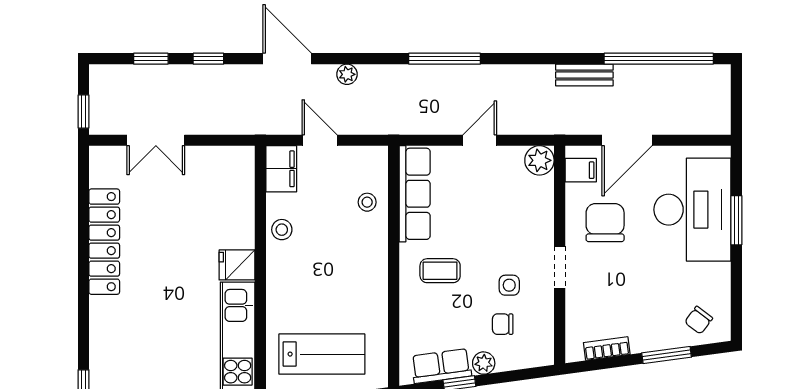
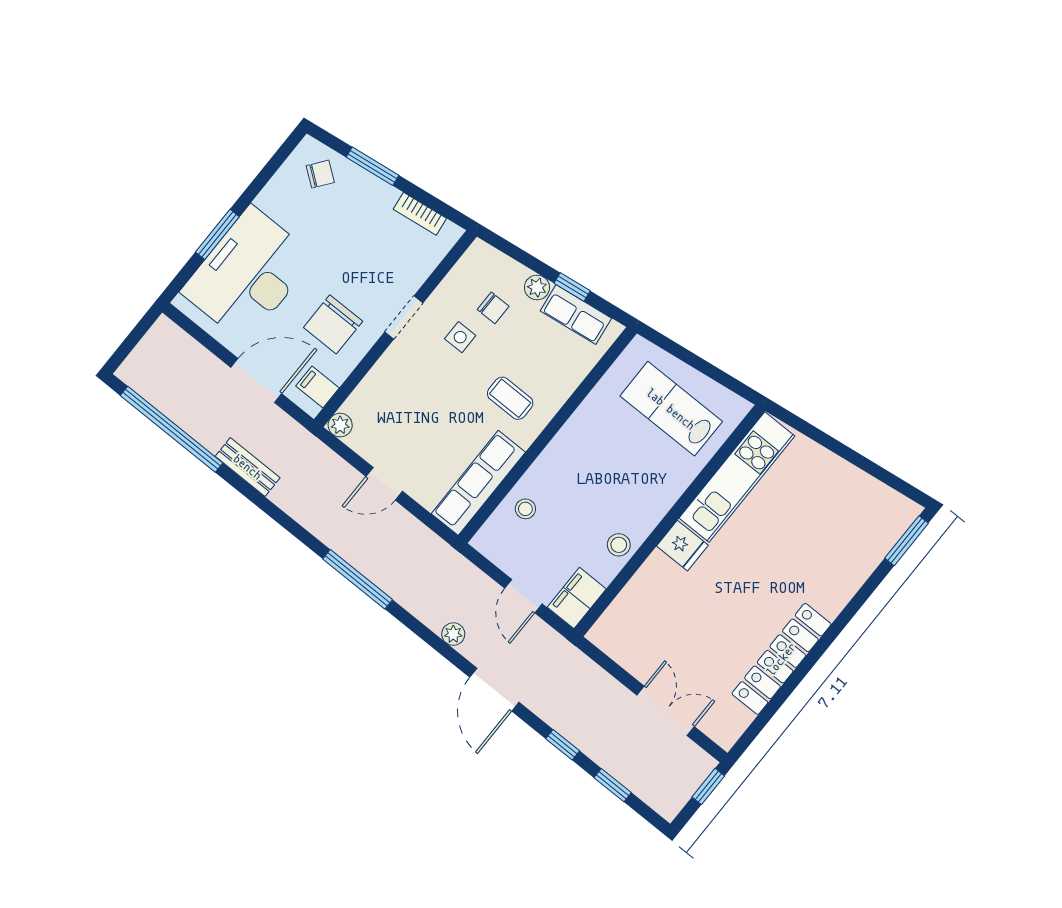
plant: (539, 160) -> (340, 425), width x0.73, depth x0.73

